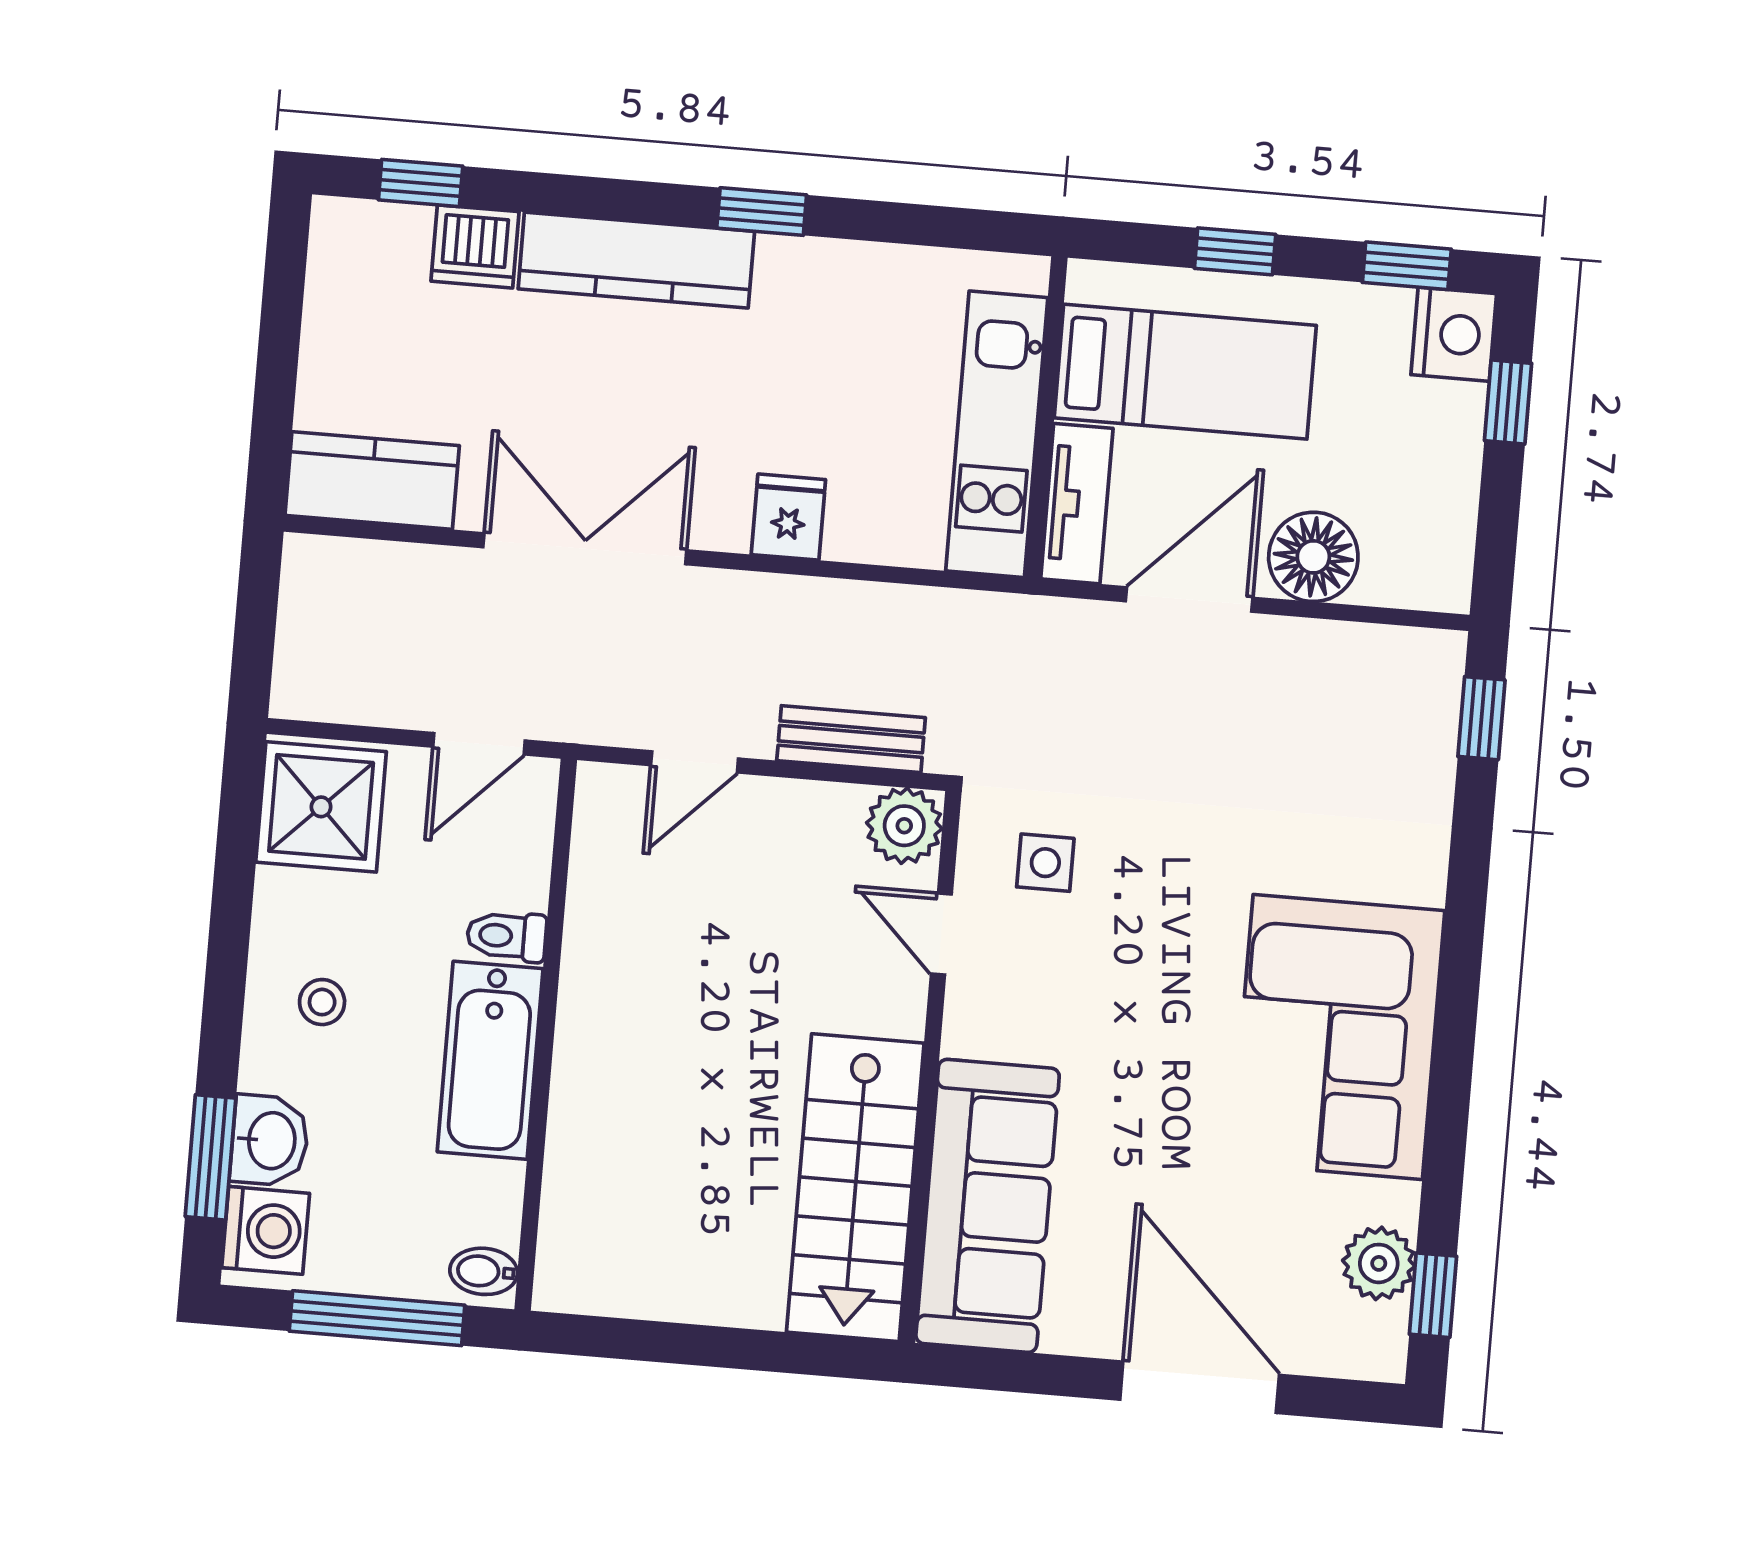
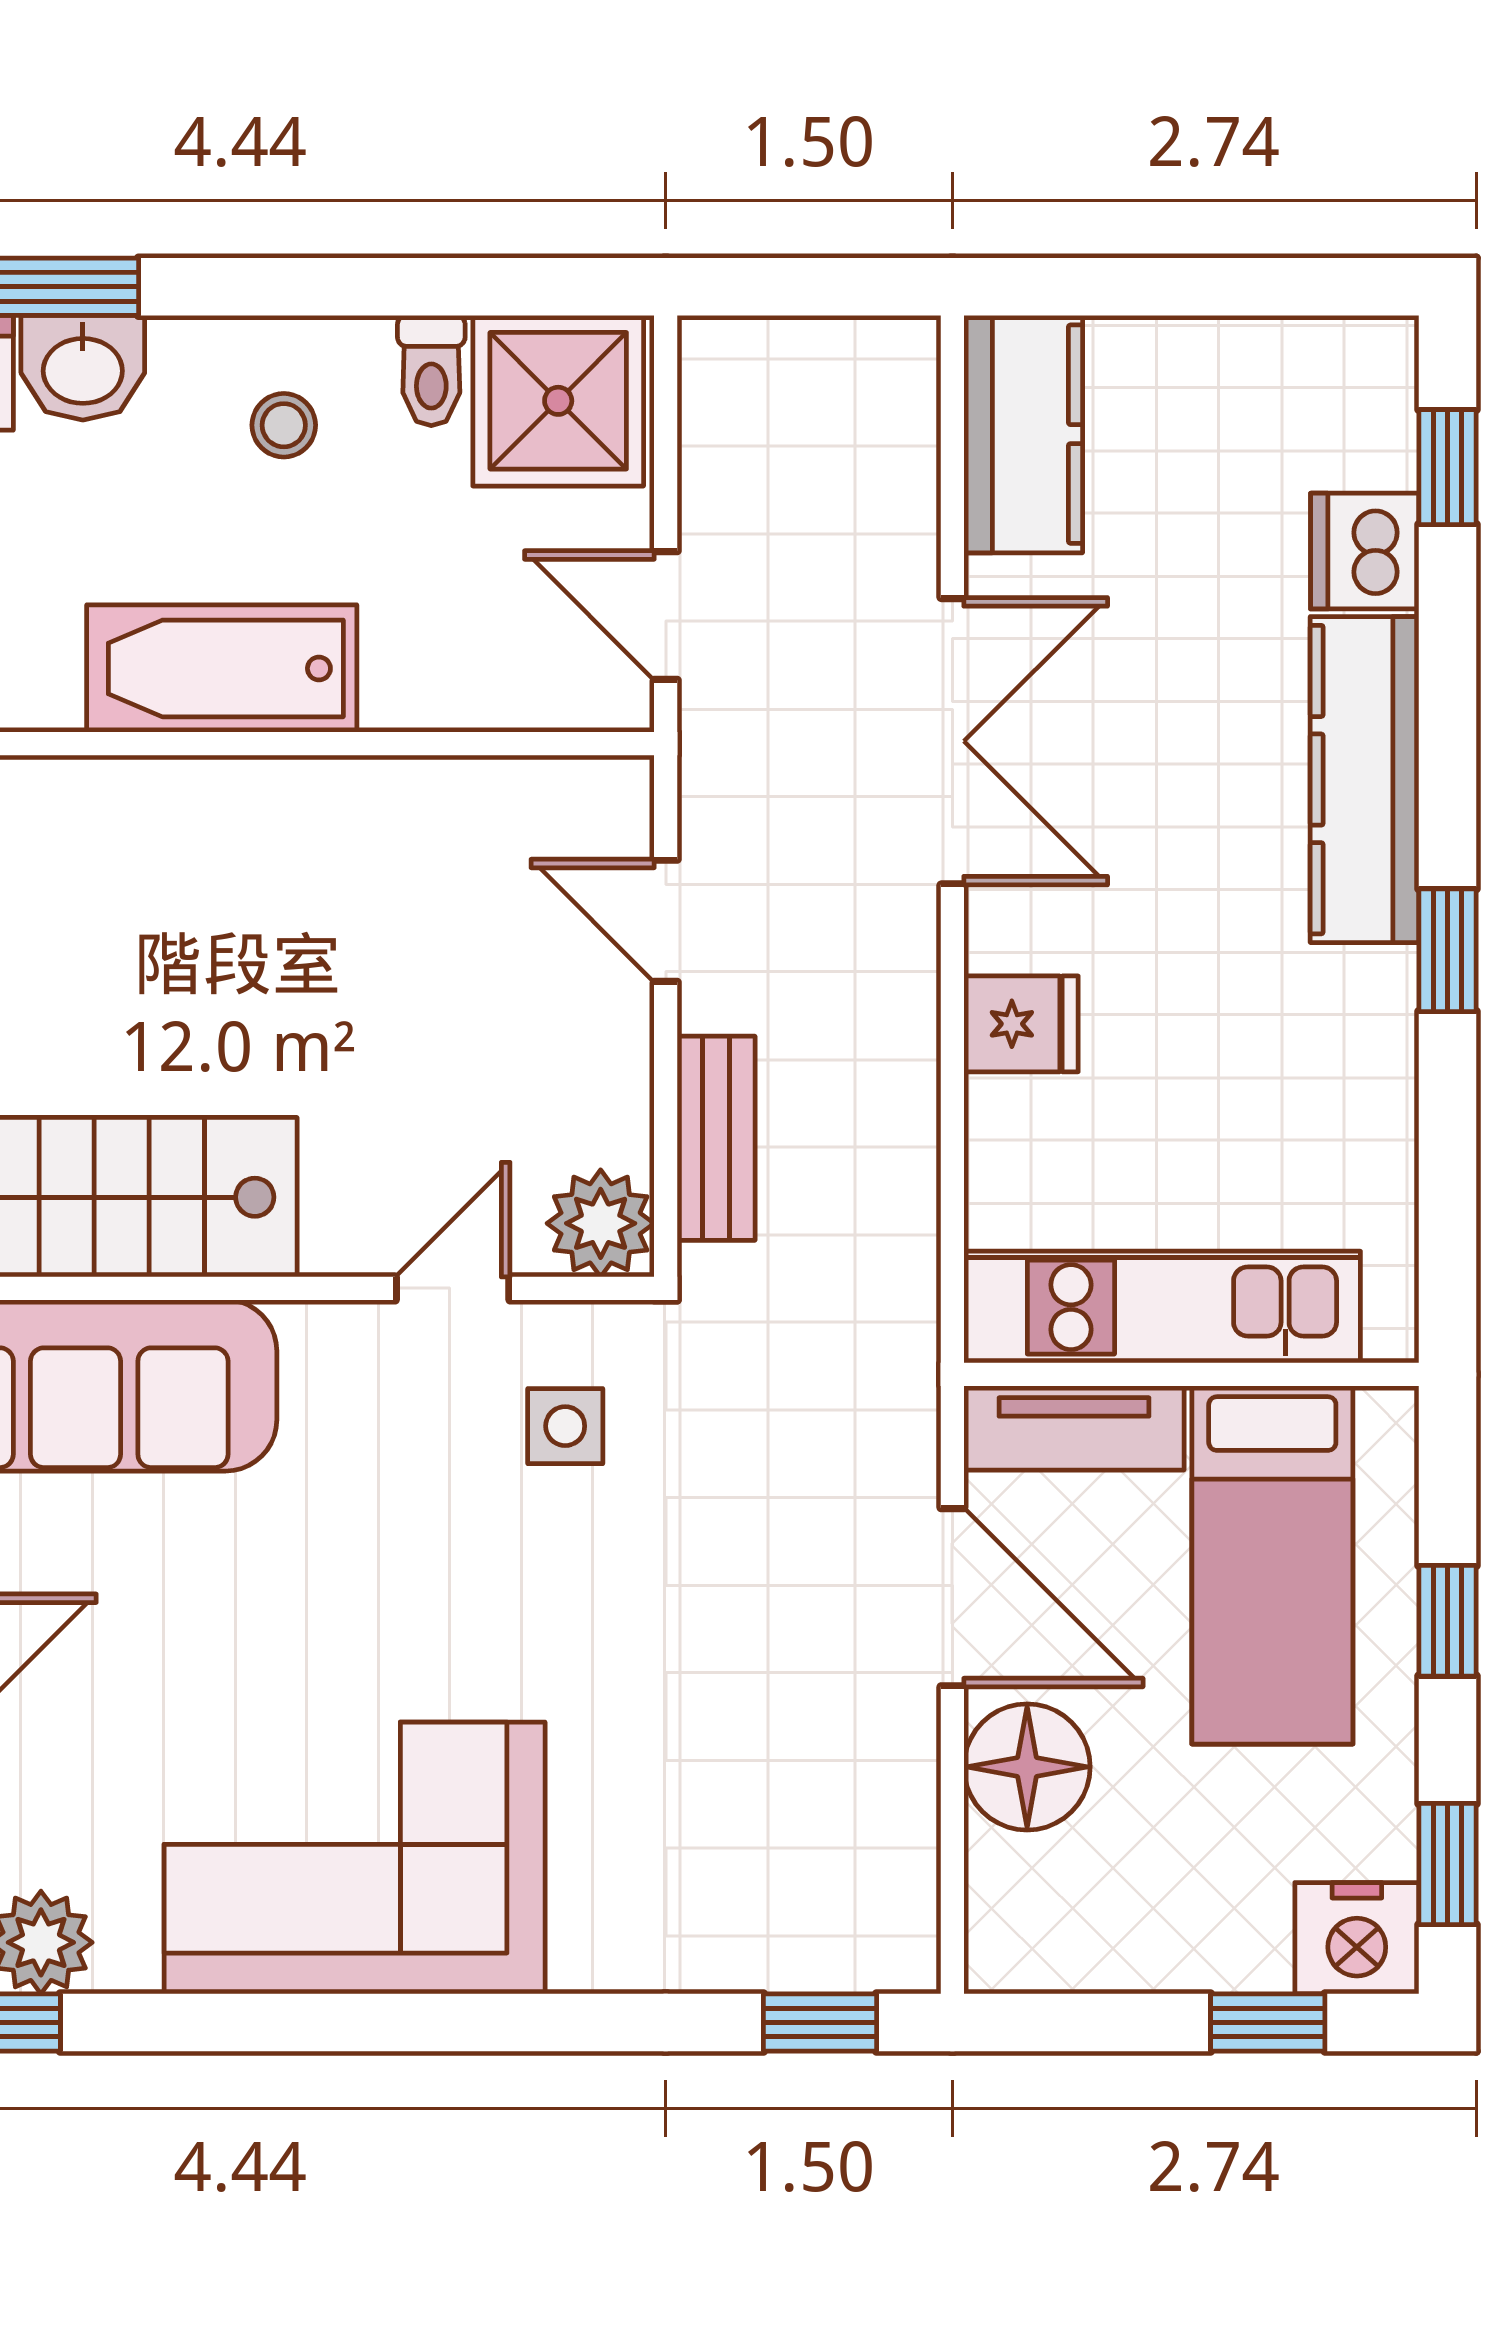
toilet: (507, 936) -> (431, 371), moved, turned 180

